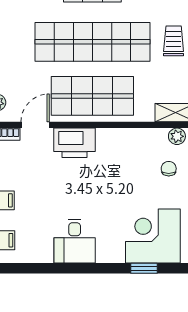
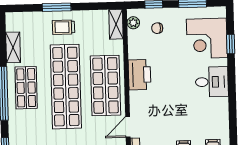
door: (35, 125) -> (128, 127), hinge flipped
printer: (75, 143) -> (139, 75), moved
desk: (75, 241) -> (212, 82), moved

